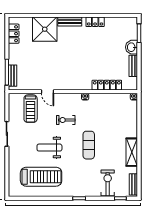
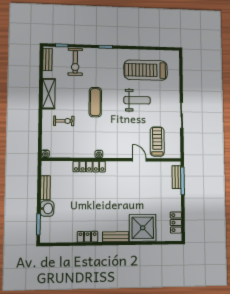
locker: (107, 85) -> (89, 167), moved
exercise bike: (66, 120) -> (64, 121), moved

